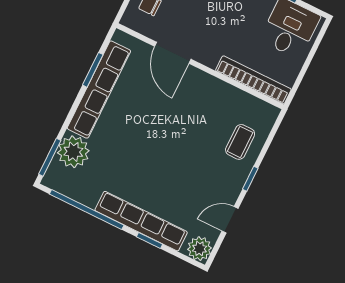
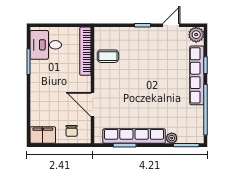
door: (173, 53) -> (93, 104), swing flipped
coffee table: (240, 142) -> (108, 56), moved
plant: (73, 152) -> (172, 138), width x0.53, depth x0.53
door: (230, 220) -> (171, 25), swing flipped

